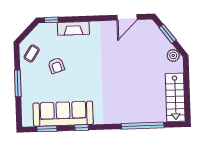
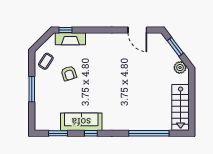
door: (127, 17) -> (137, 30), hinge flipped
fireplace: (73, 28) -> (70, 39), moved
sofa: (63, 114) -> (81, 122), width x0.74, depth x0.79

